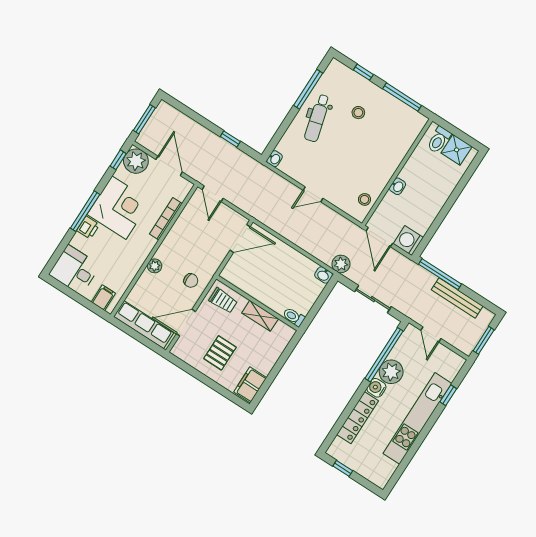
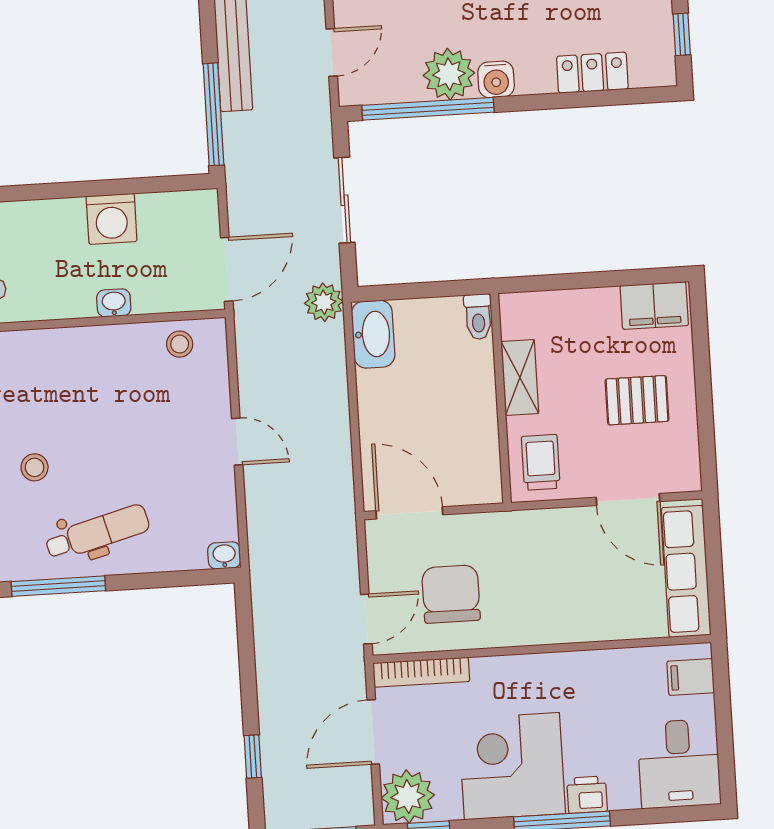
window: (230, 139) -> (253, 756), moved
bookcase: (166, 219) -> (421, 672), moved
washing machine: (408, 241) -> (112, 219), moved
plant: (155, 266) -> (568, 628), removed
washbasin: (323, 275) -> (373, 334), width x1.91, depth x1.45
chair: (191, 280) -> (451, 594), moved, width x1.87, depth x1.87
locker: (358, 418) -> (592, 73), width x0.66

